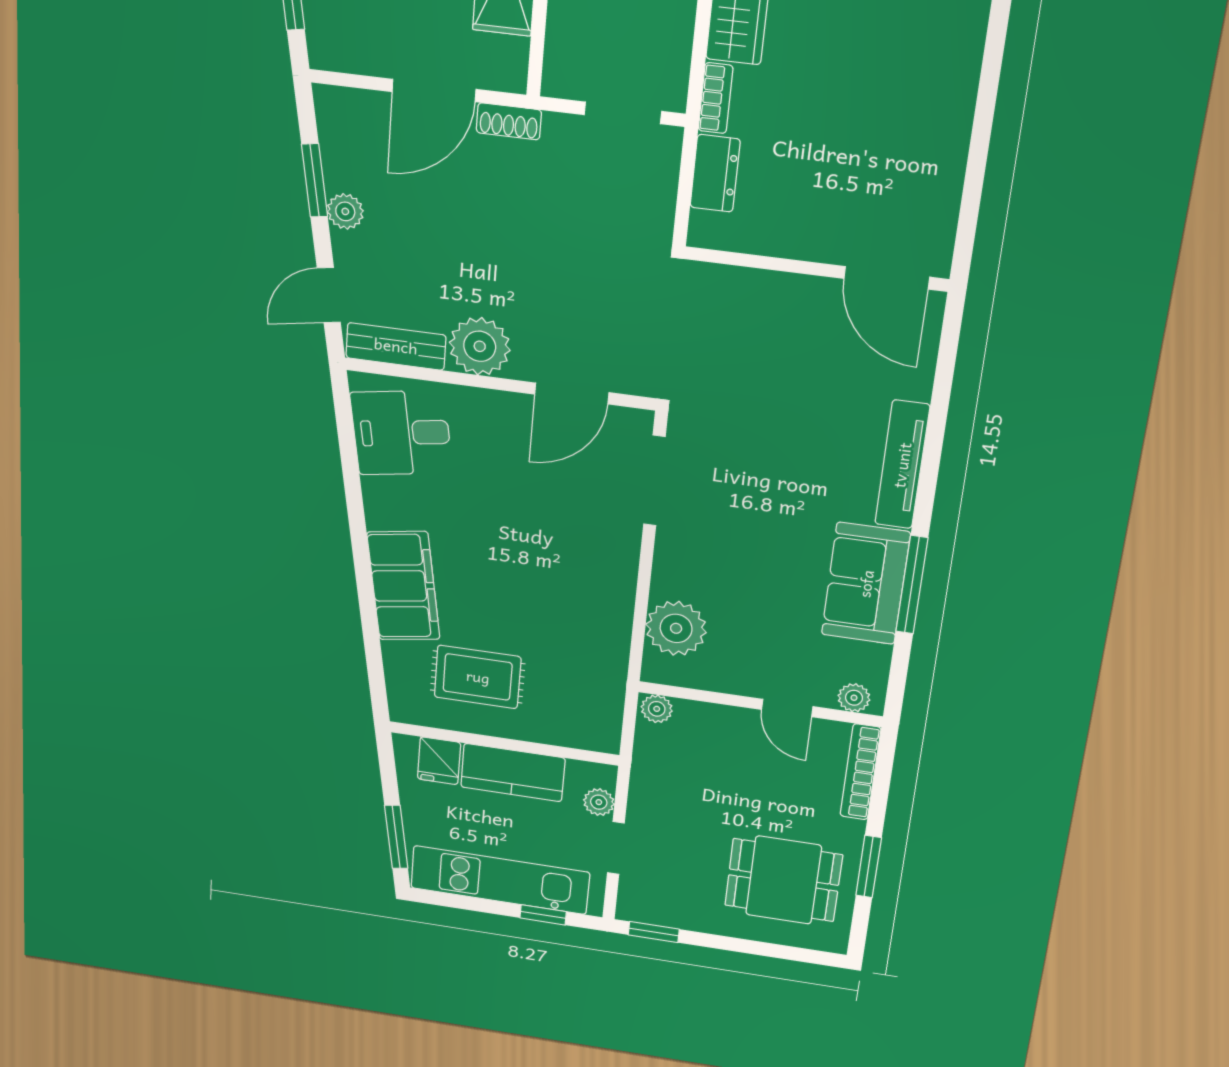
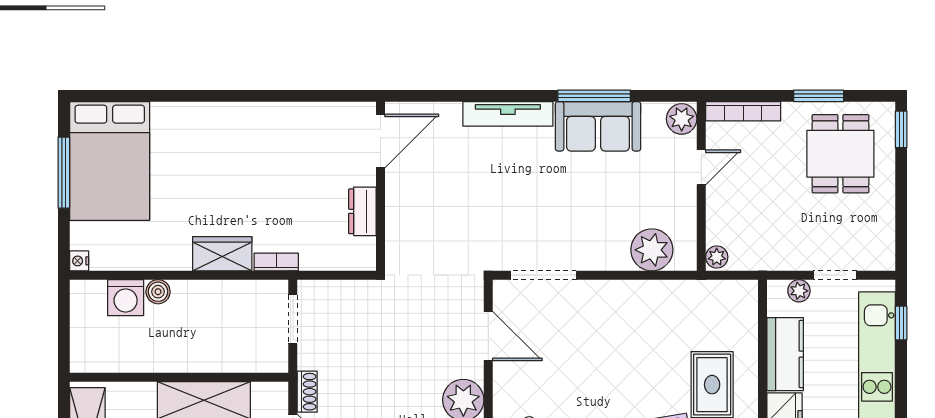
dresser: (715, 173) -> (362, 211), moved, turned -90
plant: (854, 698) -> (682, 119), width x1.38, depth x1.38
window: (654, 932) -> (901, 129), moved

